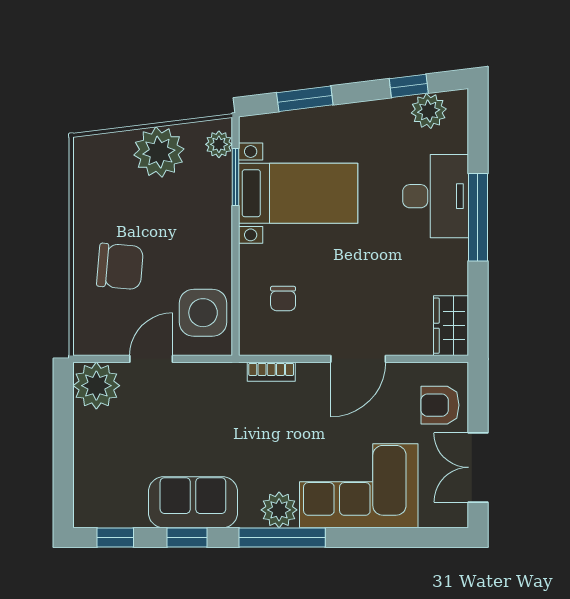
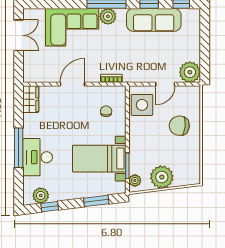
armchair: (440, 405) -> (36, 63), removed
sofa: (193, 502) -> (154, 20), width x1.36

